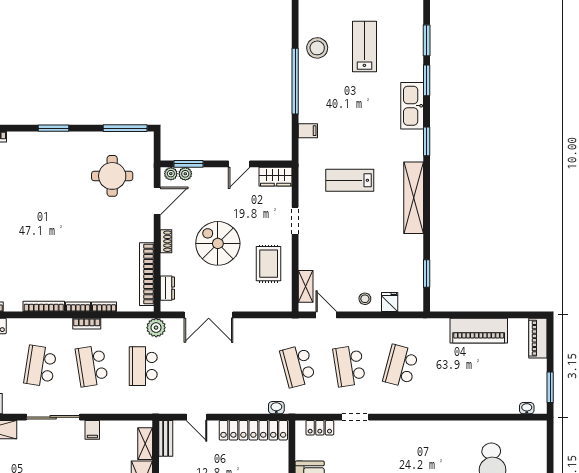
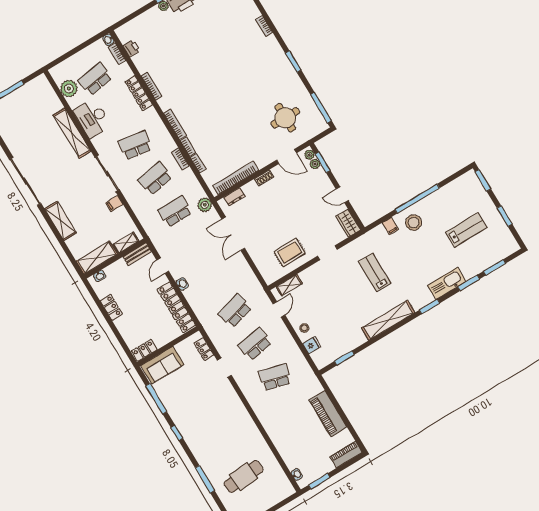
stool: (317, 48) -> (414, 223), moved
spiral stairs: (218, 243) -> (283, 212), removed
washbasin: (276, 408) -> (182, 284), moved

